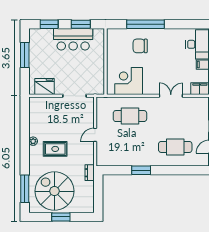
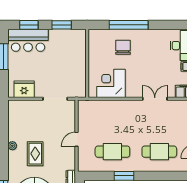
bar counter: (73, 39) -> (28, 40), moved
chair: (140, 46) -> (123, 47), turned 90
cafe table: (130, 116) -> (112, 152), moved
rug: (55, 149) -> (35, 154), turned 90

